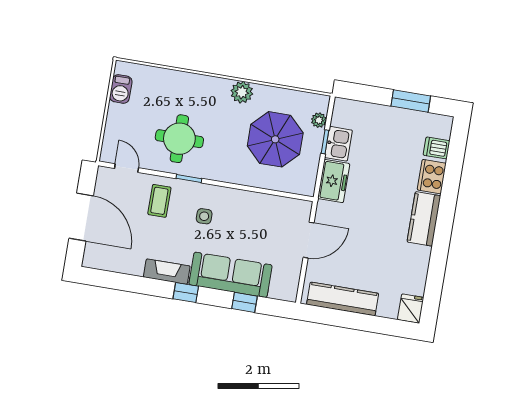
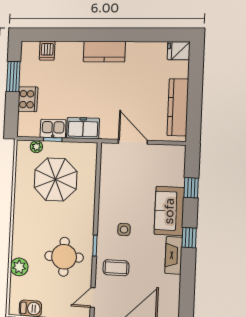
plant: (242, 92) -> (19, 267), moved
cooker: (432, 177) -> (28, 99), moved, turned -90
sofa: (230, 275) -> (169, 211), width x0.73

